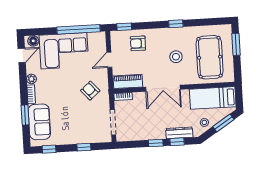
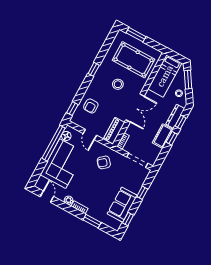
floor lamp: (33, 41) -> (66, 136), moved
sofa: (39, 122) -> (122, 205), moved, turned -90
cot: (152, 133) -> (163, 136), added

